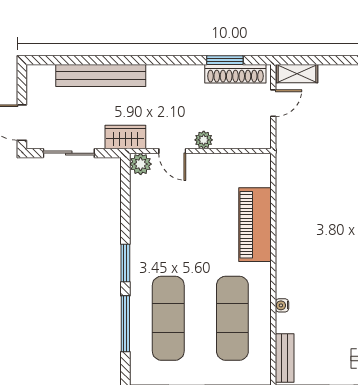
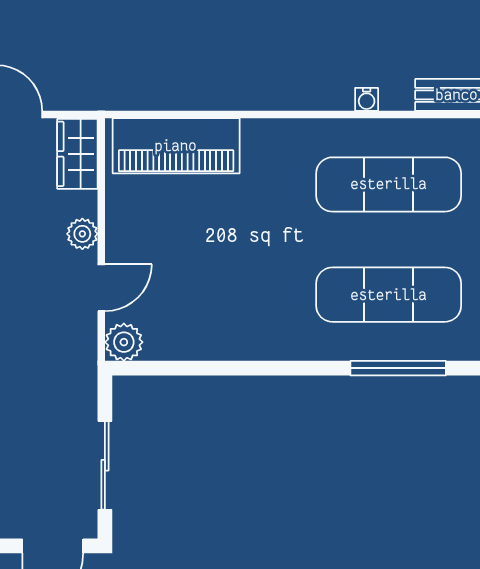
wardrobe: (125, 137) -> (77, 154), moved
piano: (255, 225) -> (176, 146), moved
window: (125, 263) -> (294, 368), removed

